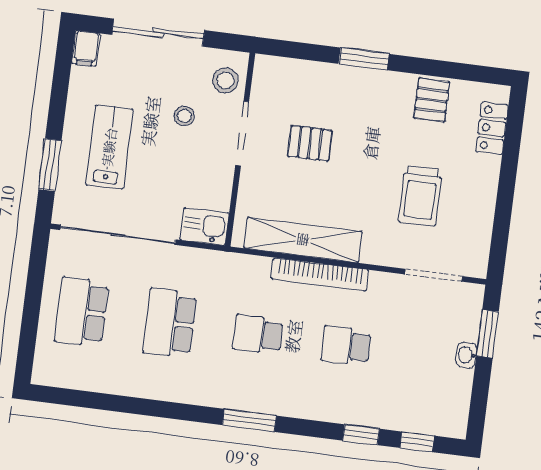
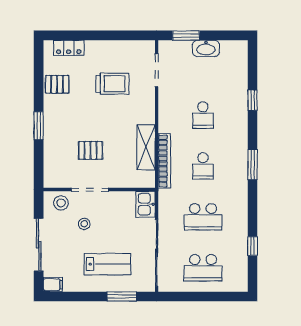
pallet: (310, 143) -> (91, 150), turned 90
lab bench: (109, 147) -> (107, 264), turned 180
shelving: (303, 240) -> (146, 147), width x0.68
bookcase: (320, 274) -> (164, 161), moved
washbasin: (467, 355) -> (206, 48), width x1.91, depth x1.45
window: (417, 442) -> (253, 246), moved

